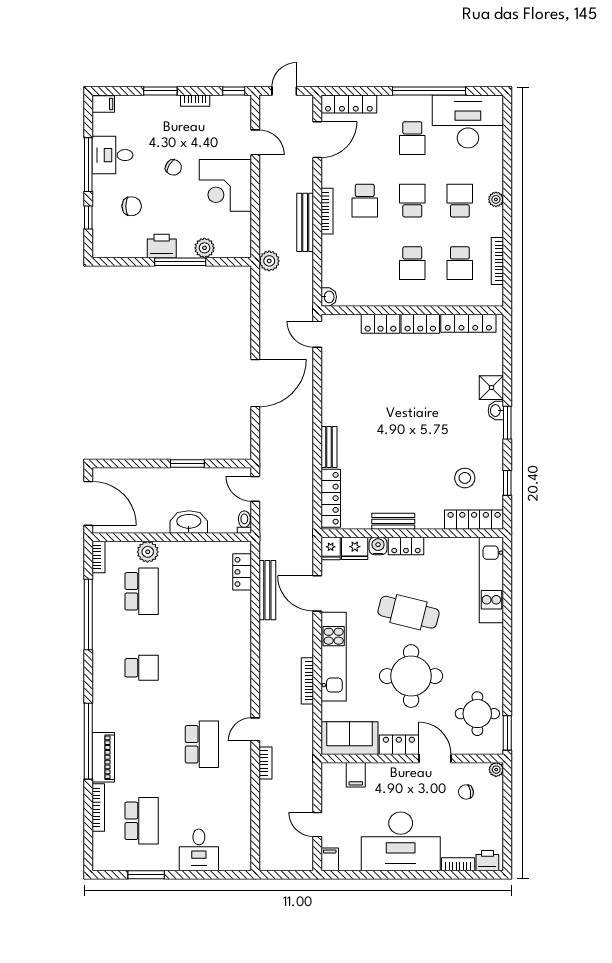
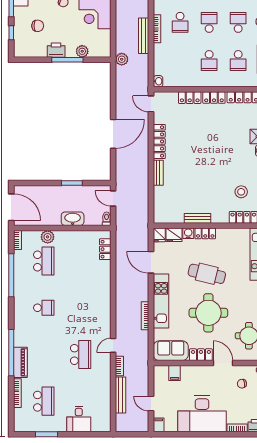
locker: (331, 498) -> (159, 141), moved
bench: (267, 590) -> (121, 395), moved

